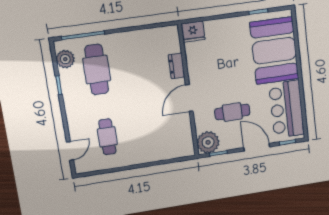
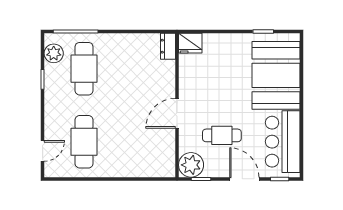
dresser: (177, 66) -> (168, 46), moved
cafe table: (107, 137) -> (84, 142), width x1.37, depth x1.35

